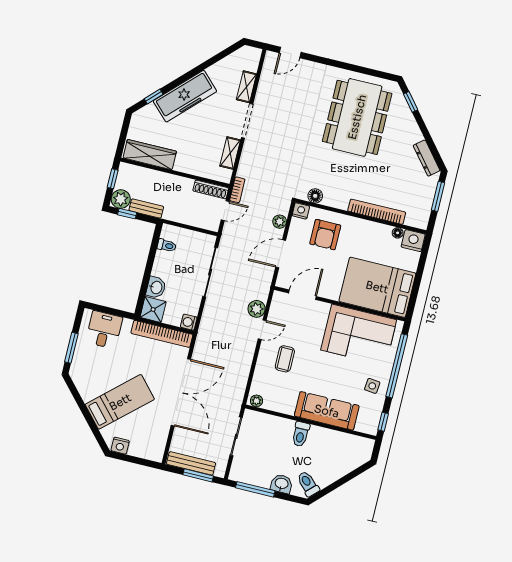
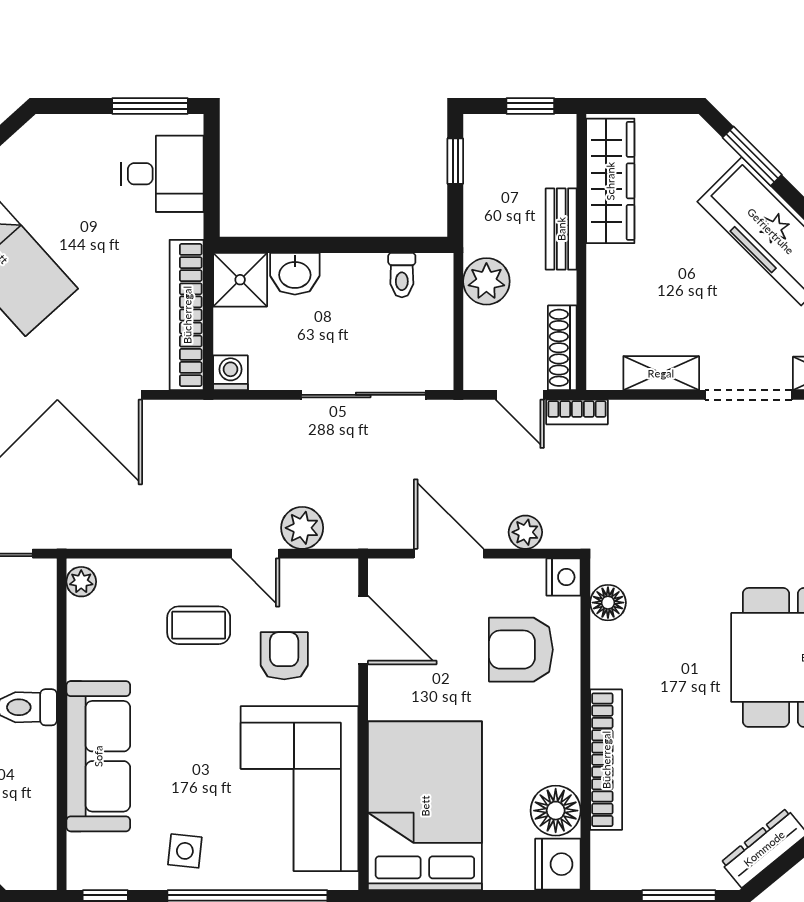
window: (154, 96) -> (752, 156), width x1.50
plant: (121, 199) -> (486, 281), moved
bench: (146, 209) -> (561, 229), moved
floor lamp: (398, 233) -> (556, 811), width x1.89, depth x1.89
armchair: (305, 328) -> (284, 656), added
window: (71, 348) -> (150, 106), moved

